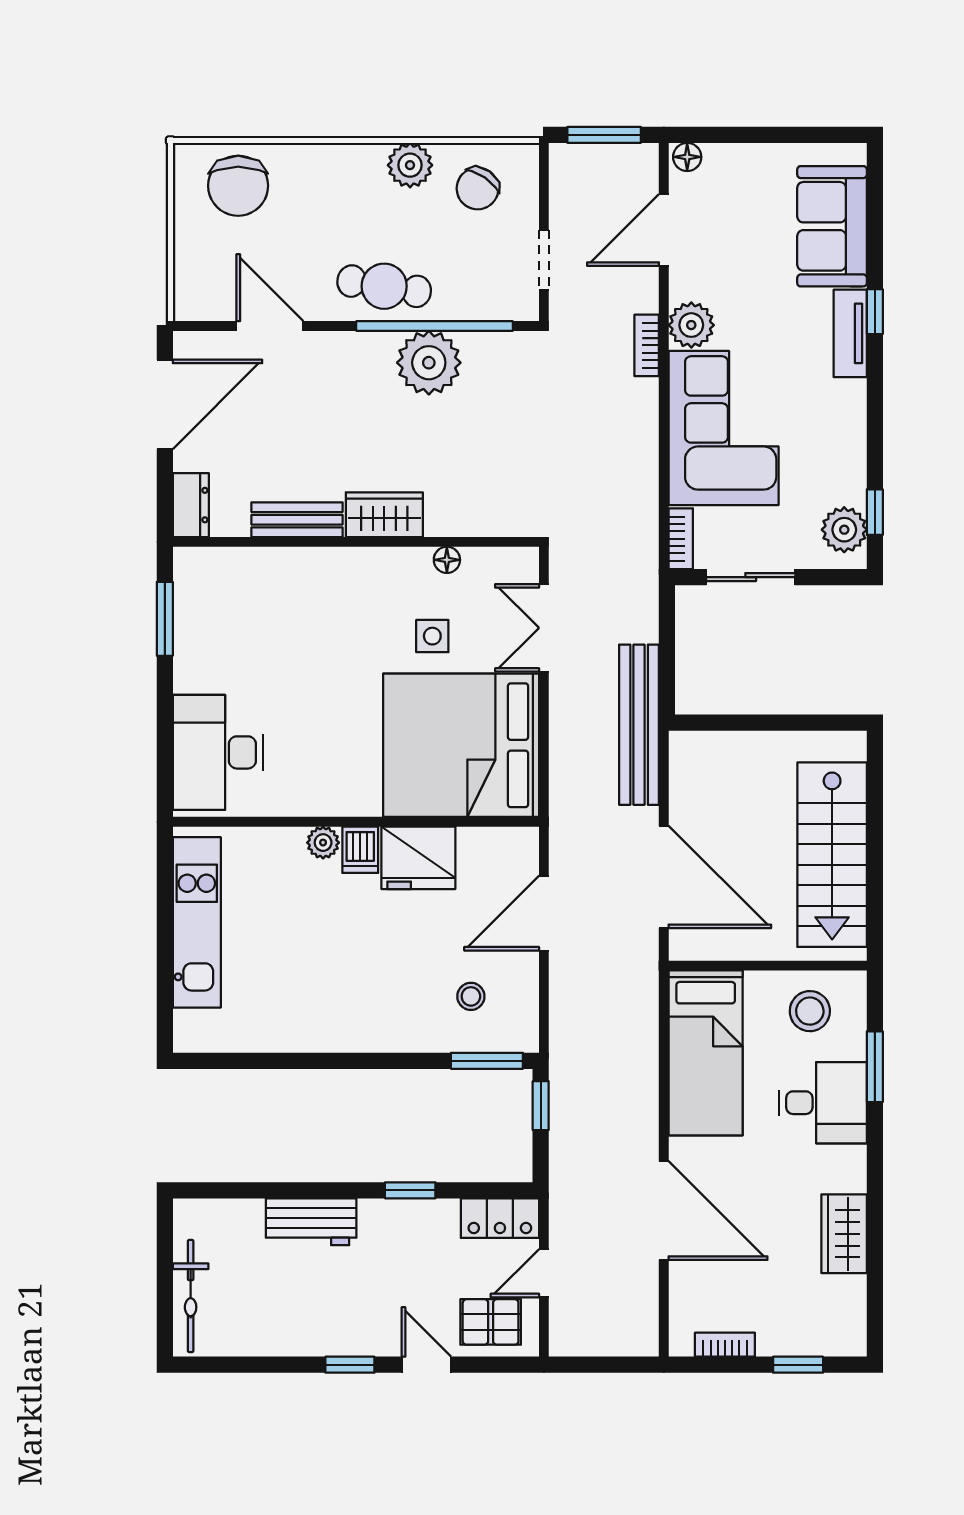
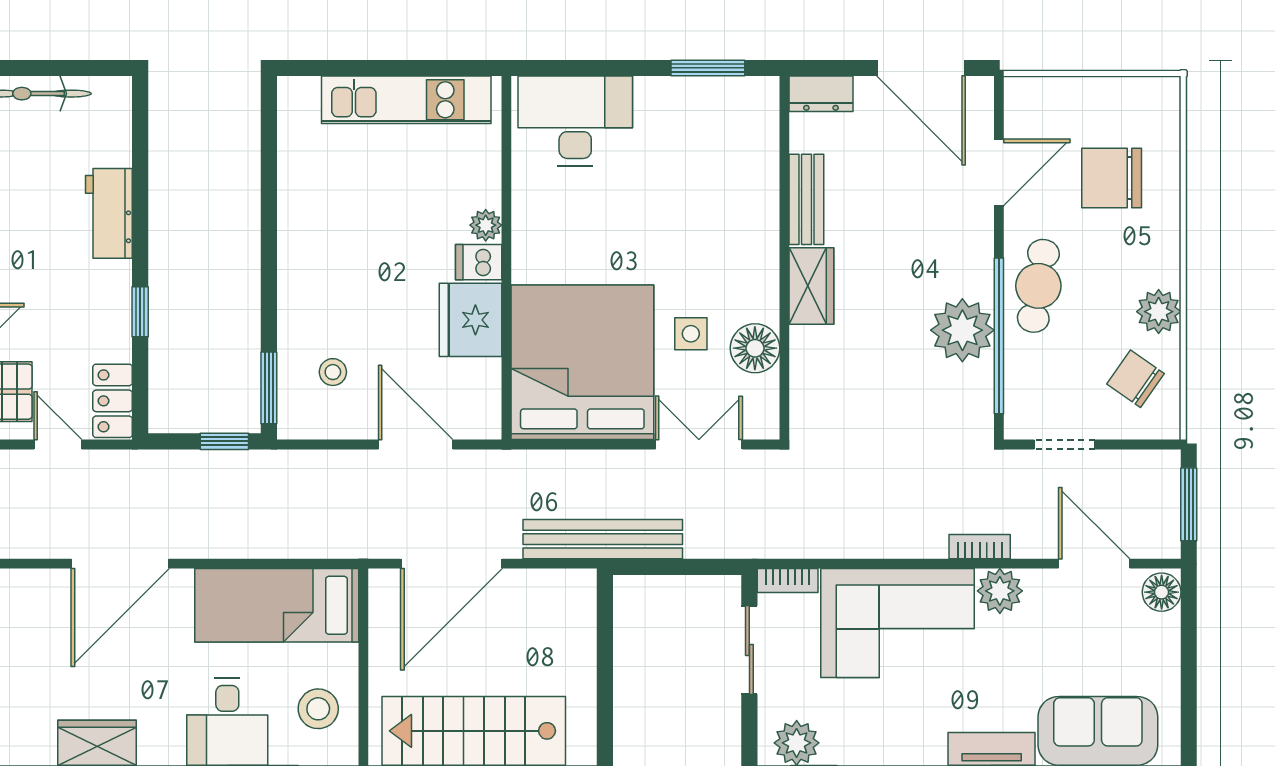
floor lamp: (687, 157) -> (1162, 592), width x1.37, depth x1.37
chair: (238, 186) -> (1112, 178), moved
floor lamp: (447, 560) -> (755, 348), width x1.89, depth x1.89

